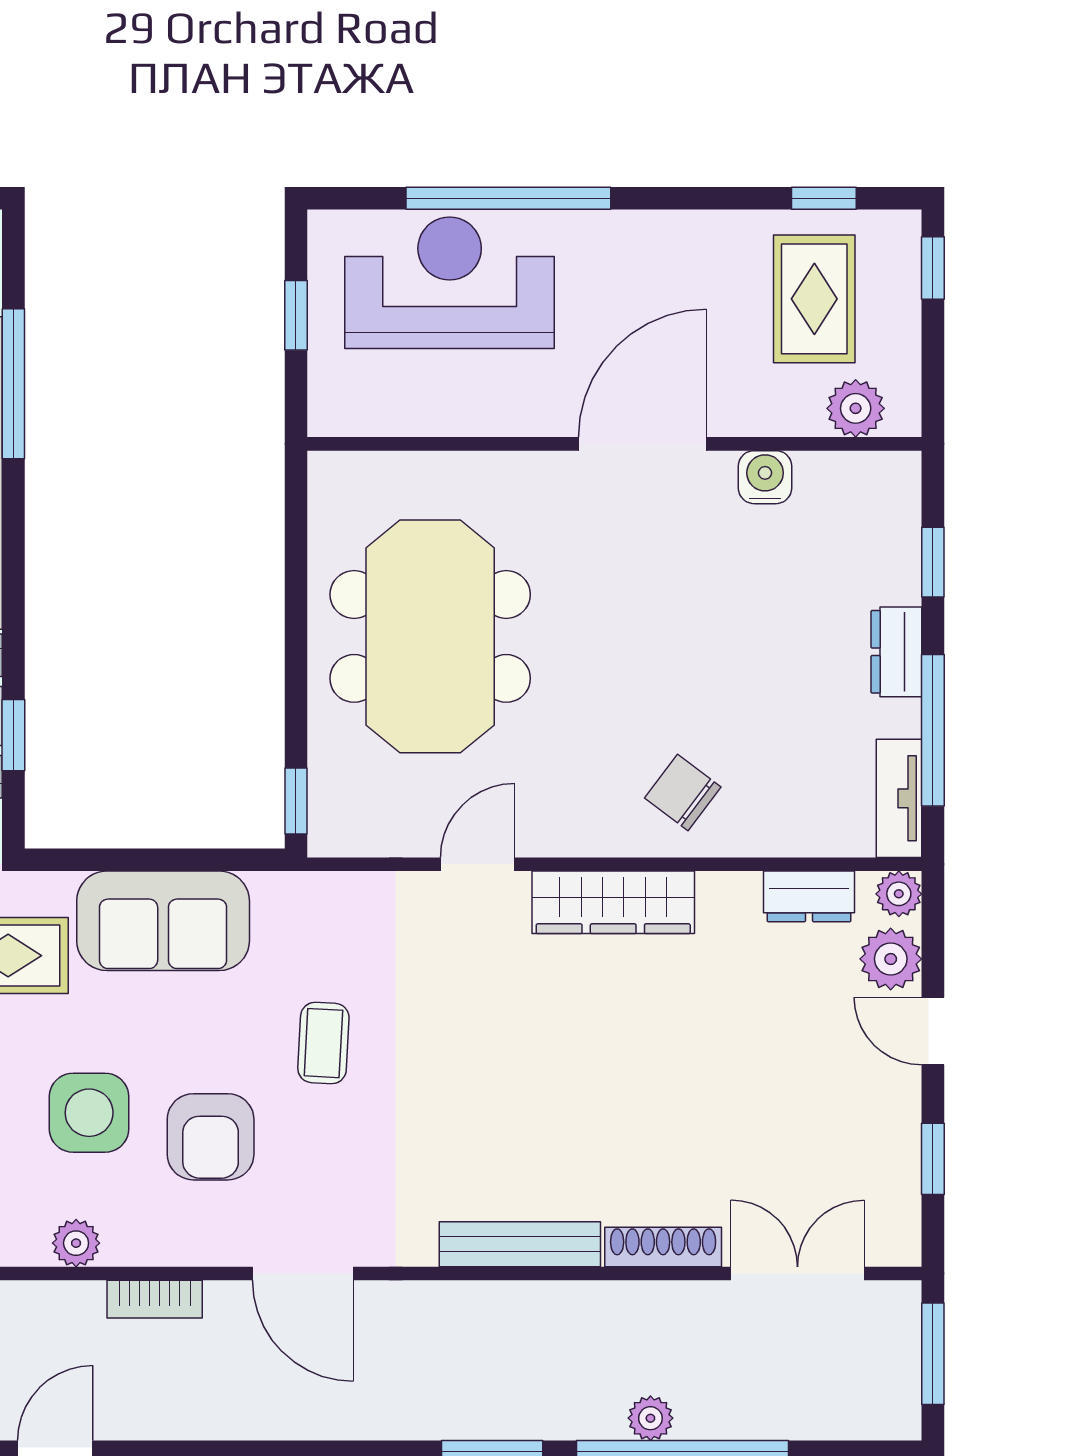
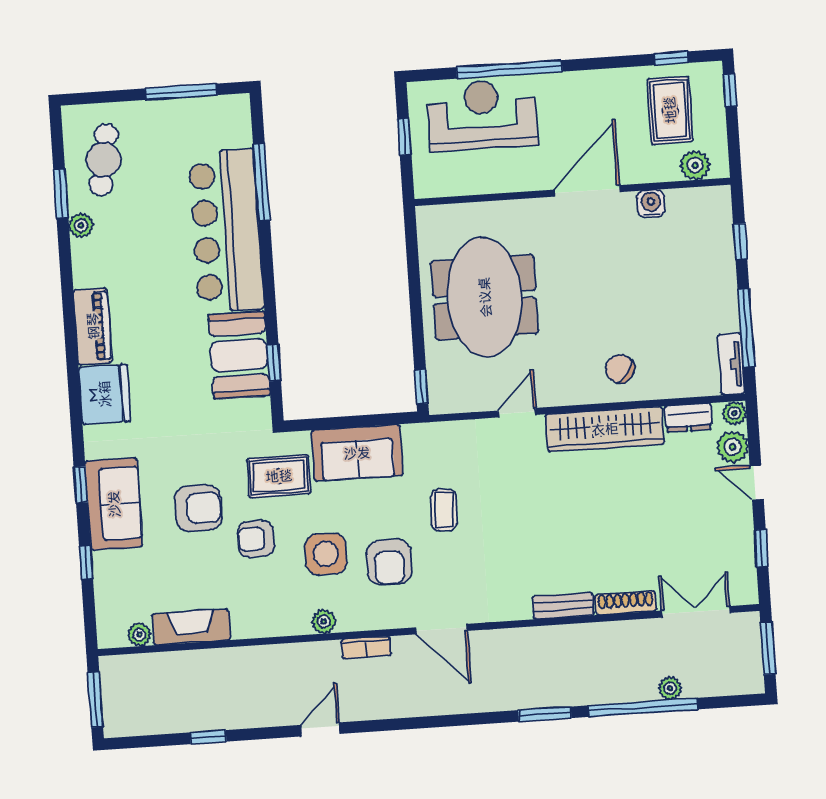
dresser: (896, 652) -> (725, 289), removed
wardrobe: (613, 902) -> (605, 429), width x1.40, depth x1.17
bench: (520, 1244) -> (563, 606), width x0.73
plant: (650, 1418) -> (670, 688), moved

